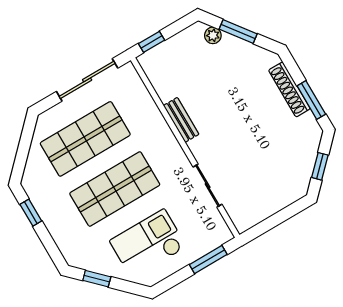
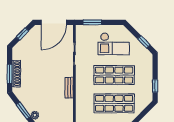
window: (311, 100) -> (10, 74), moved
door: (276, 219) -> (54, 22), added

